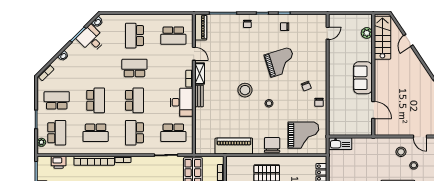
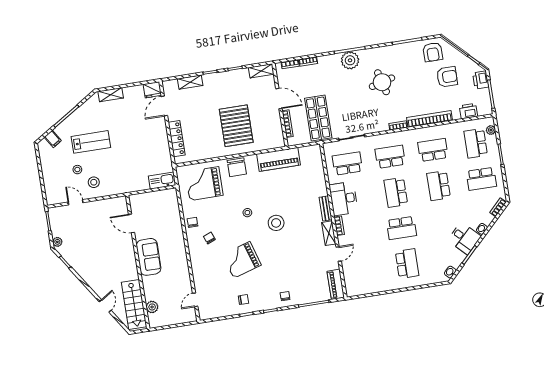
school desk: (173, 36) -> (364, 270), removed
desk: (91, 39) -> (464, 238), moved
door: (194, 54) -> (339, 254), swing flipped
school desk: (134, 133) -> (390, 157), turned -90

